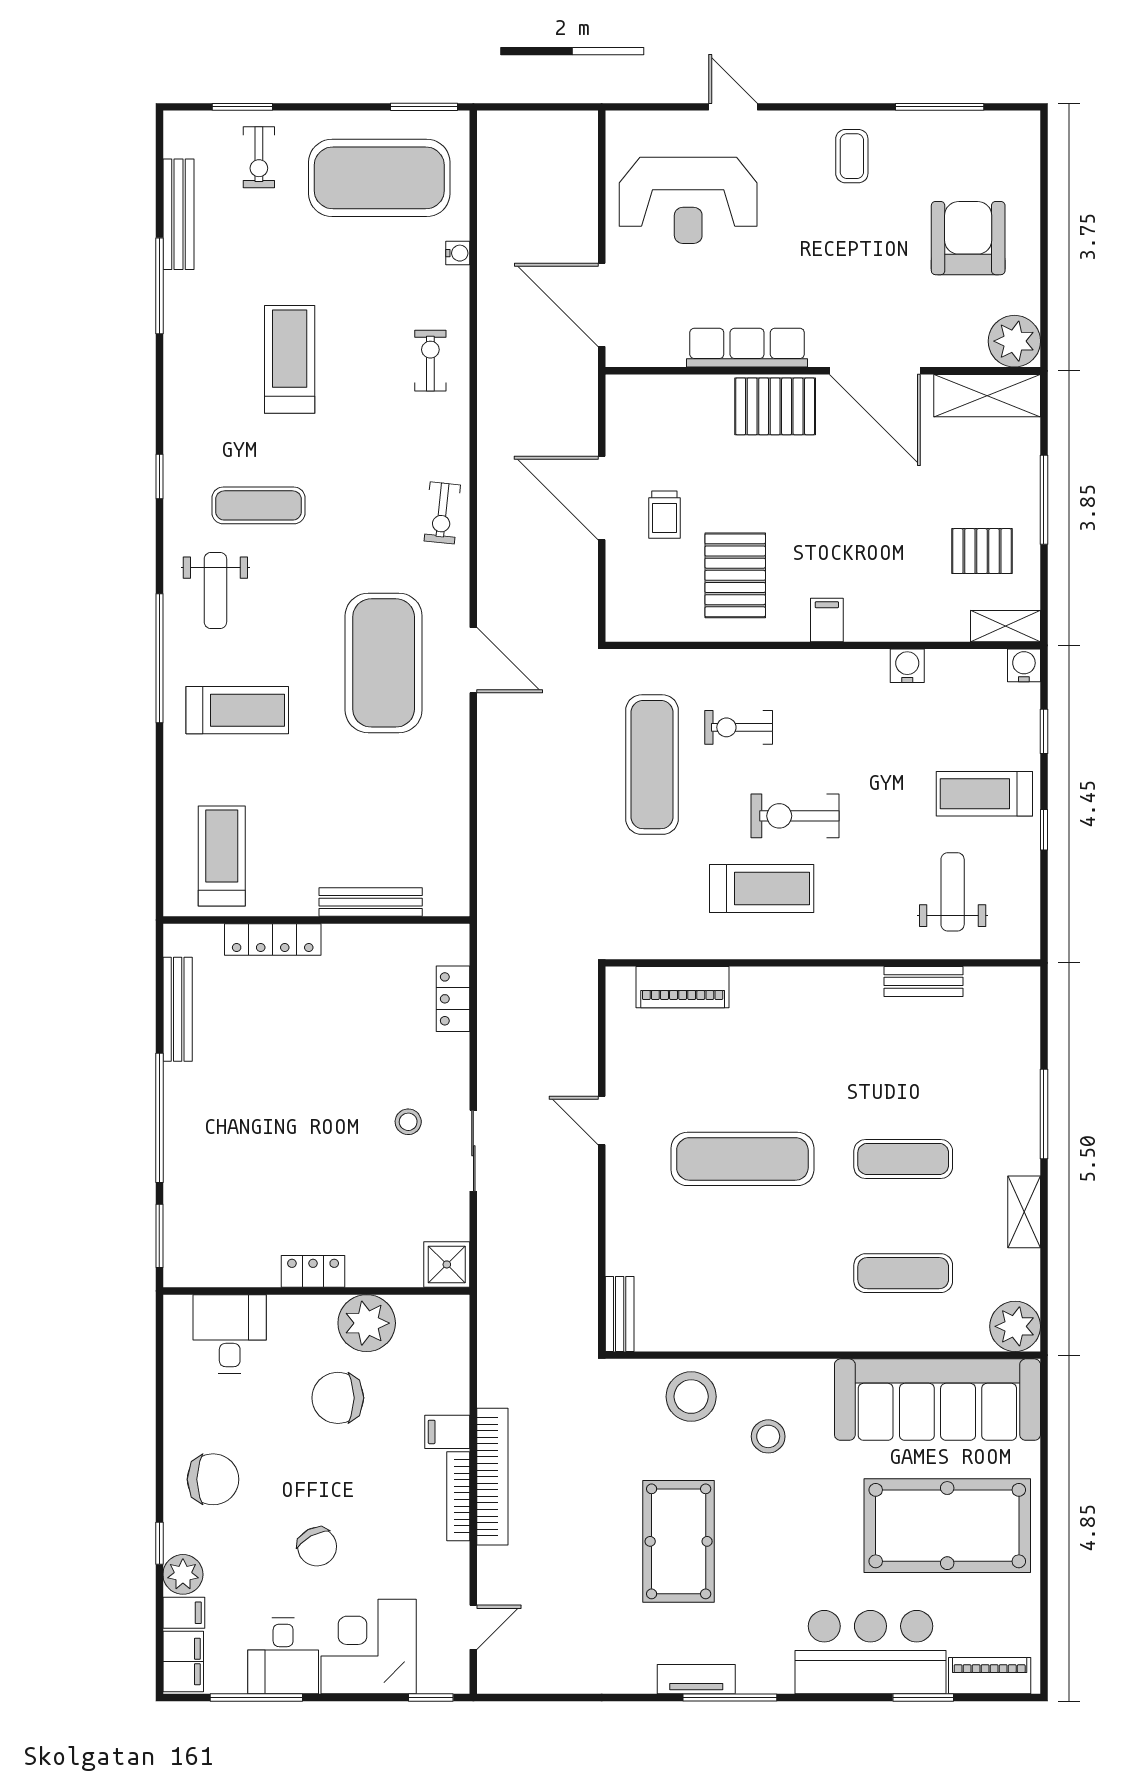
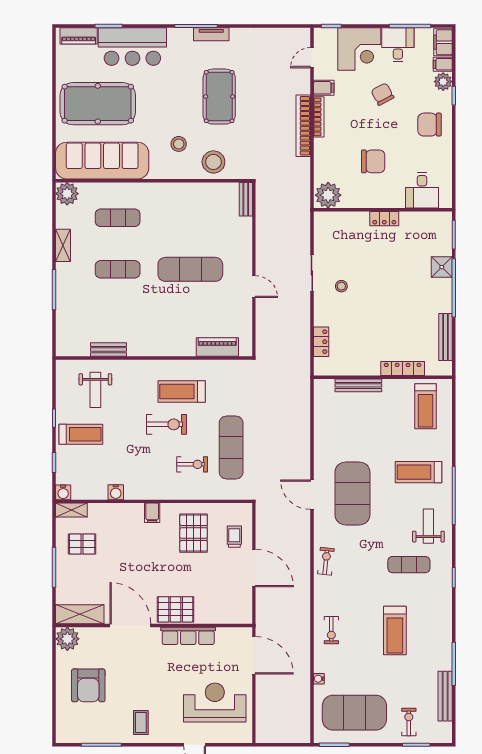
trolley: (664, 515) -> (234, 537), moved
shower: (447, 1264) -> (442, 267), moved
plant: (367, 1323) -> (328, 195), moved
filing cabinet: (447, 1432) -> (324, 88), moved

